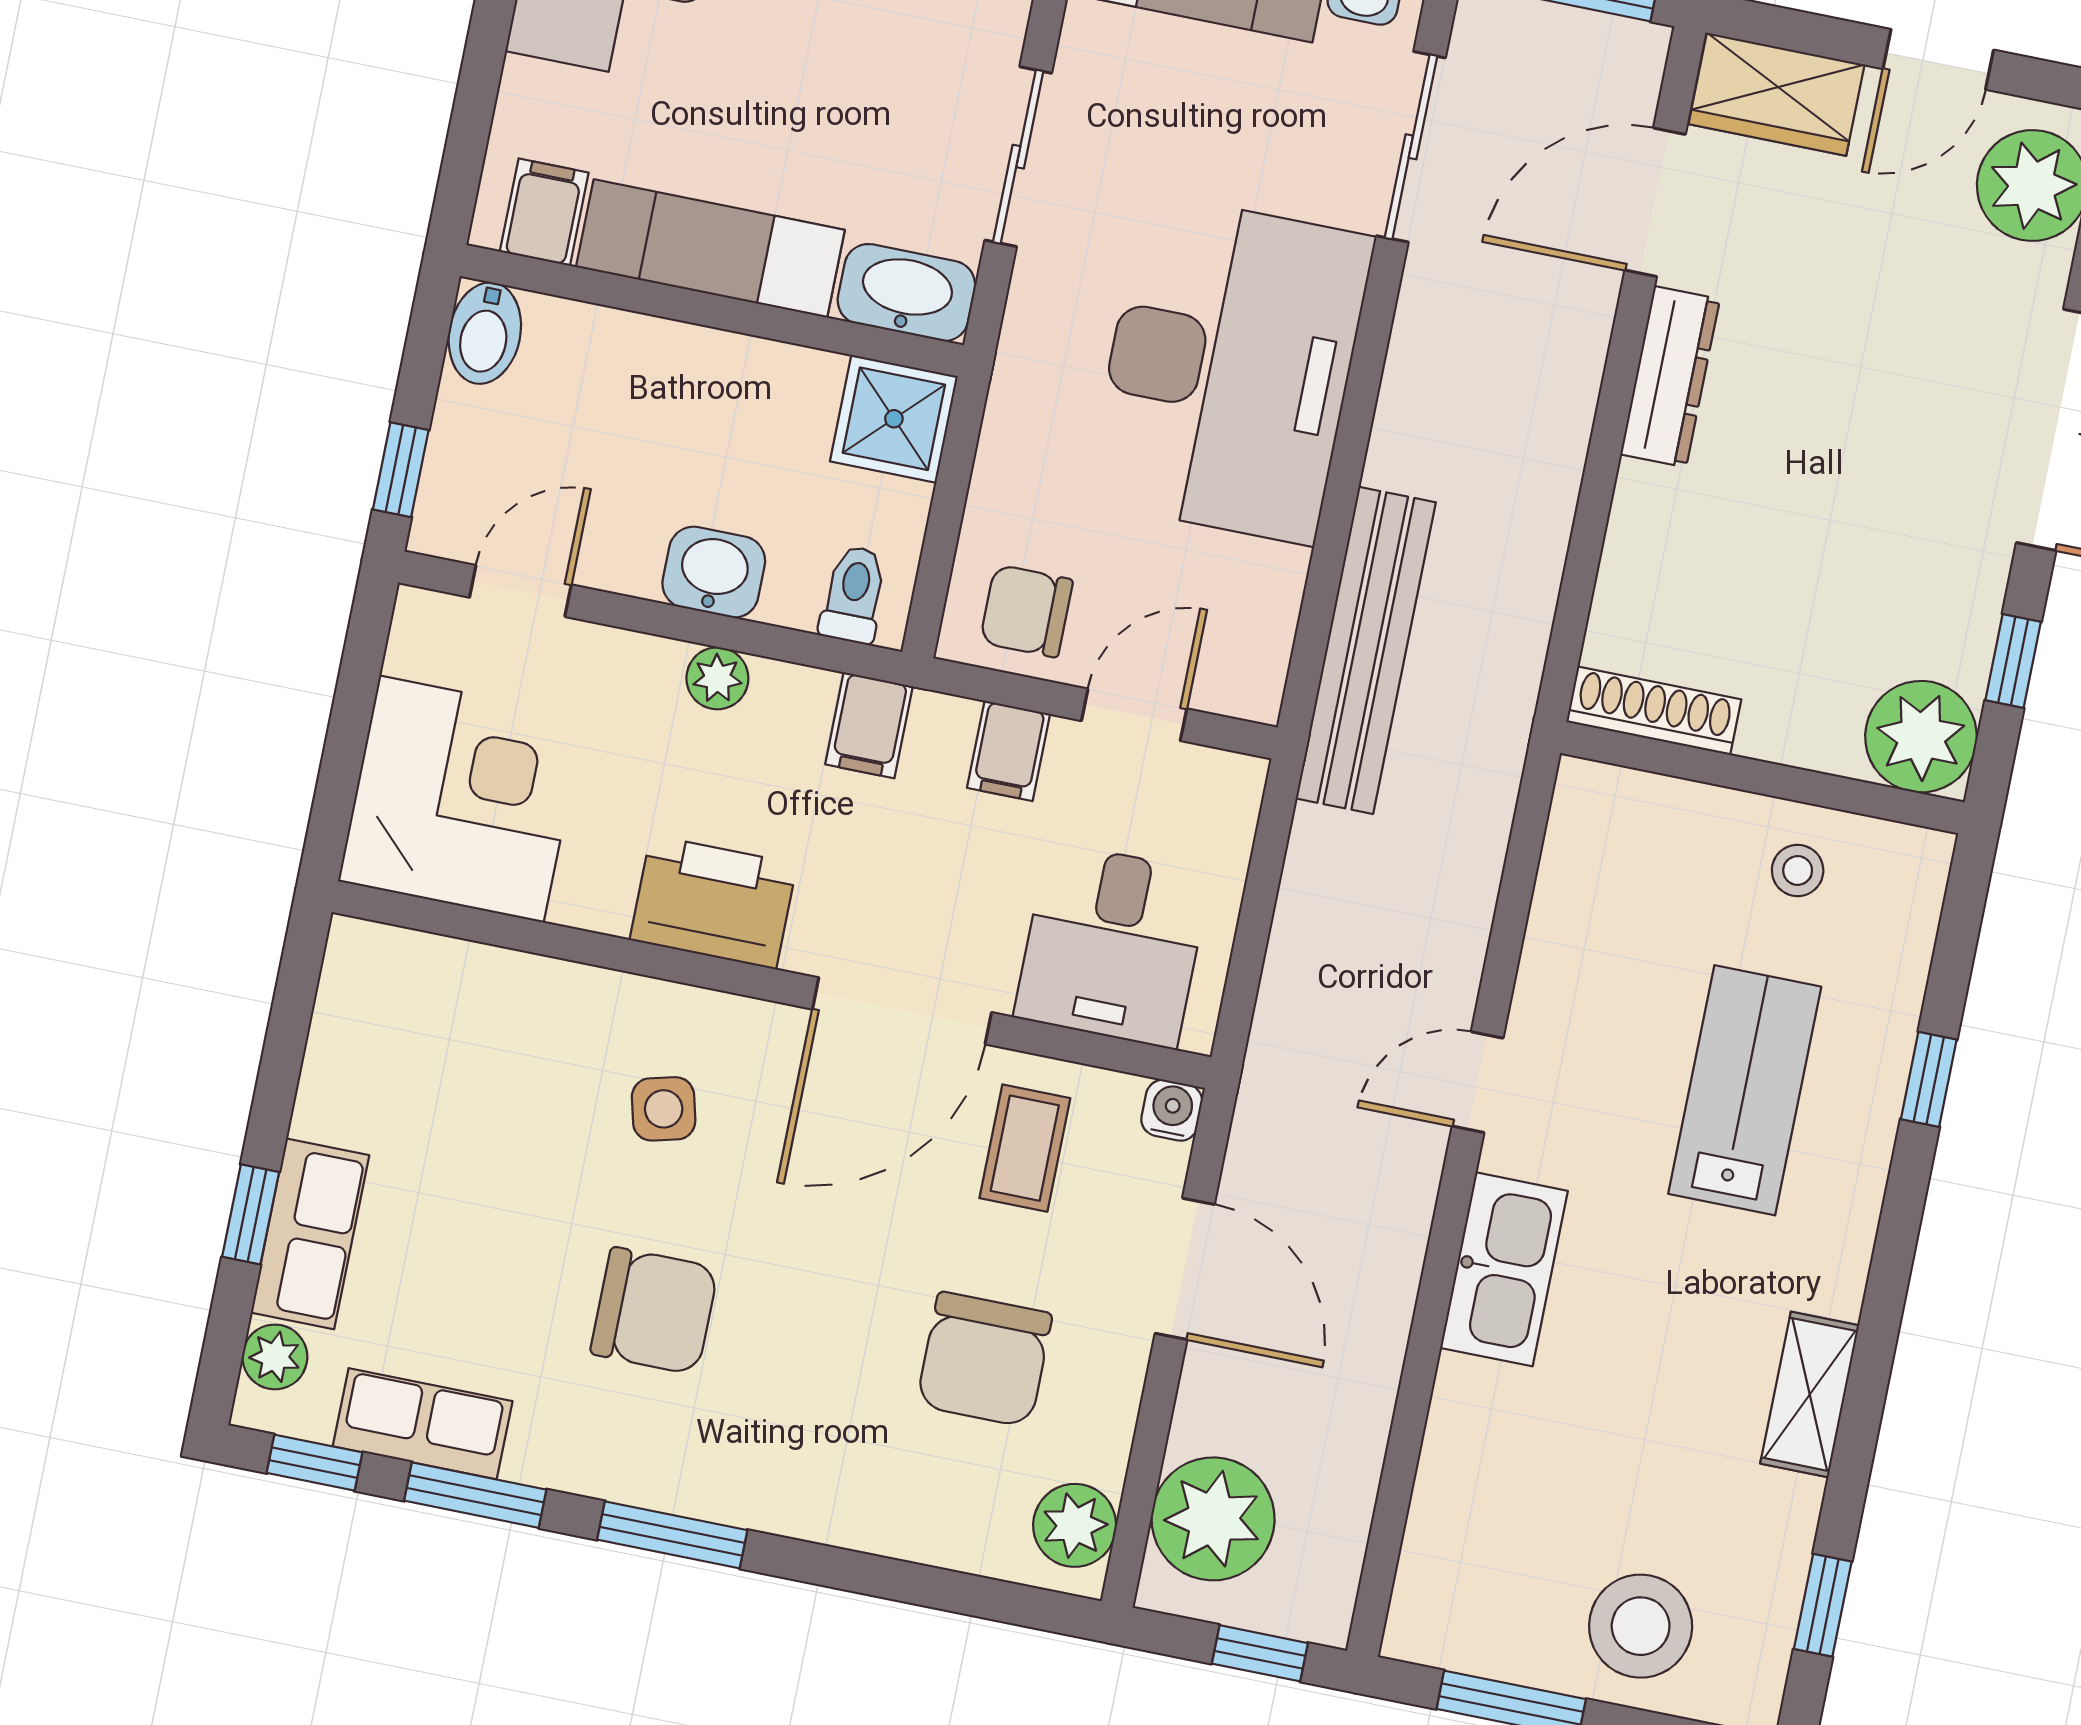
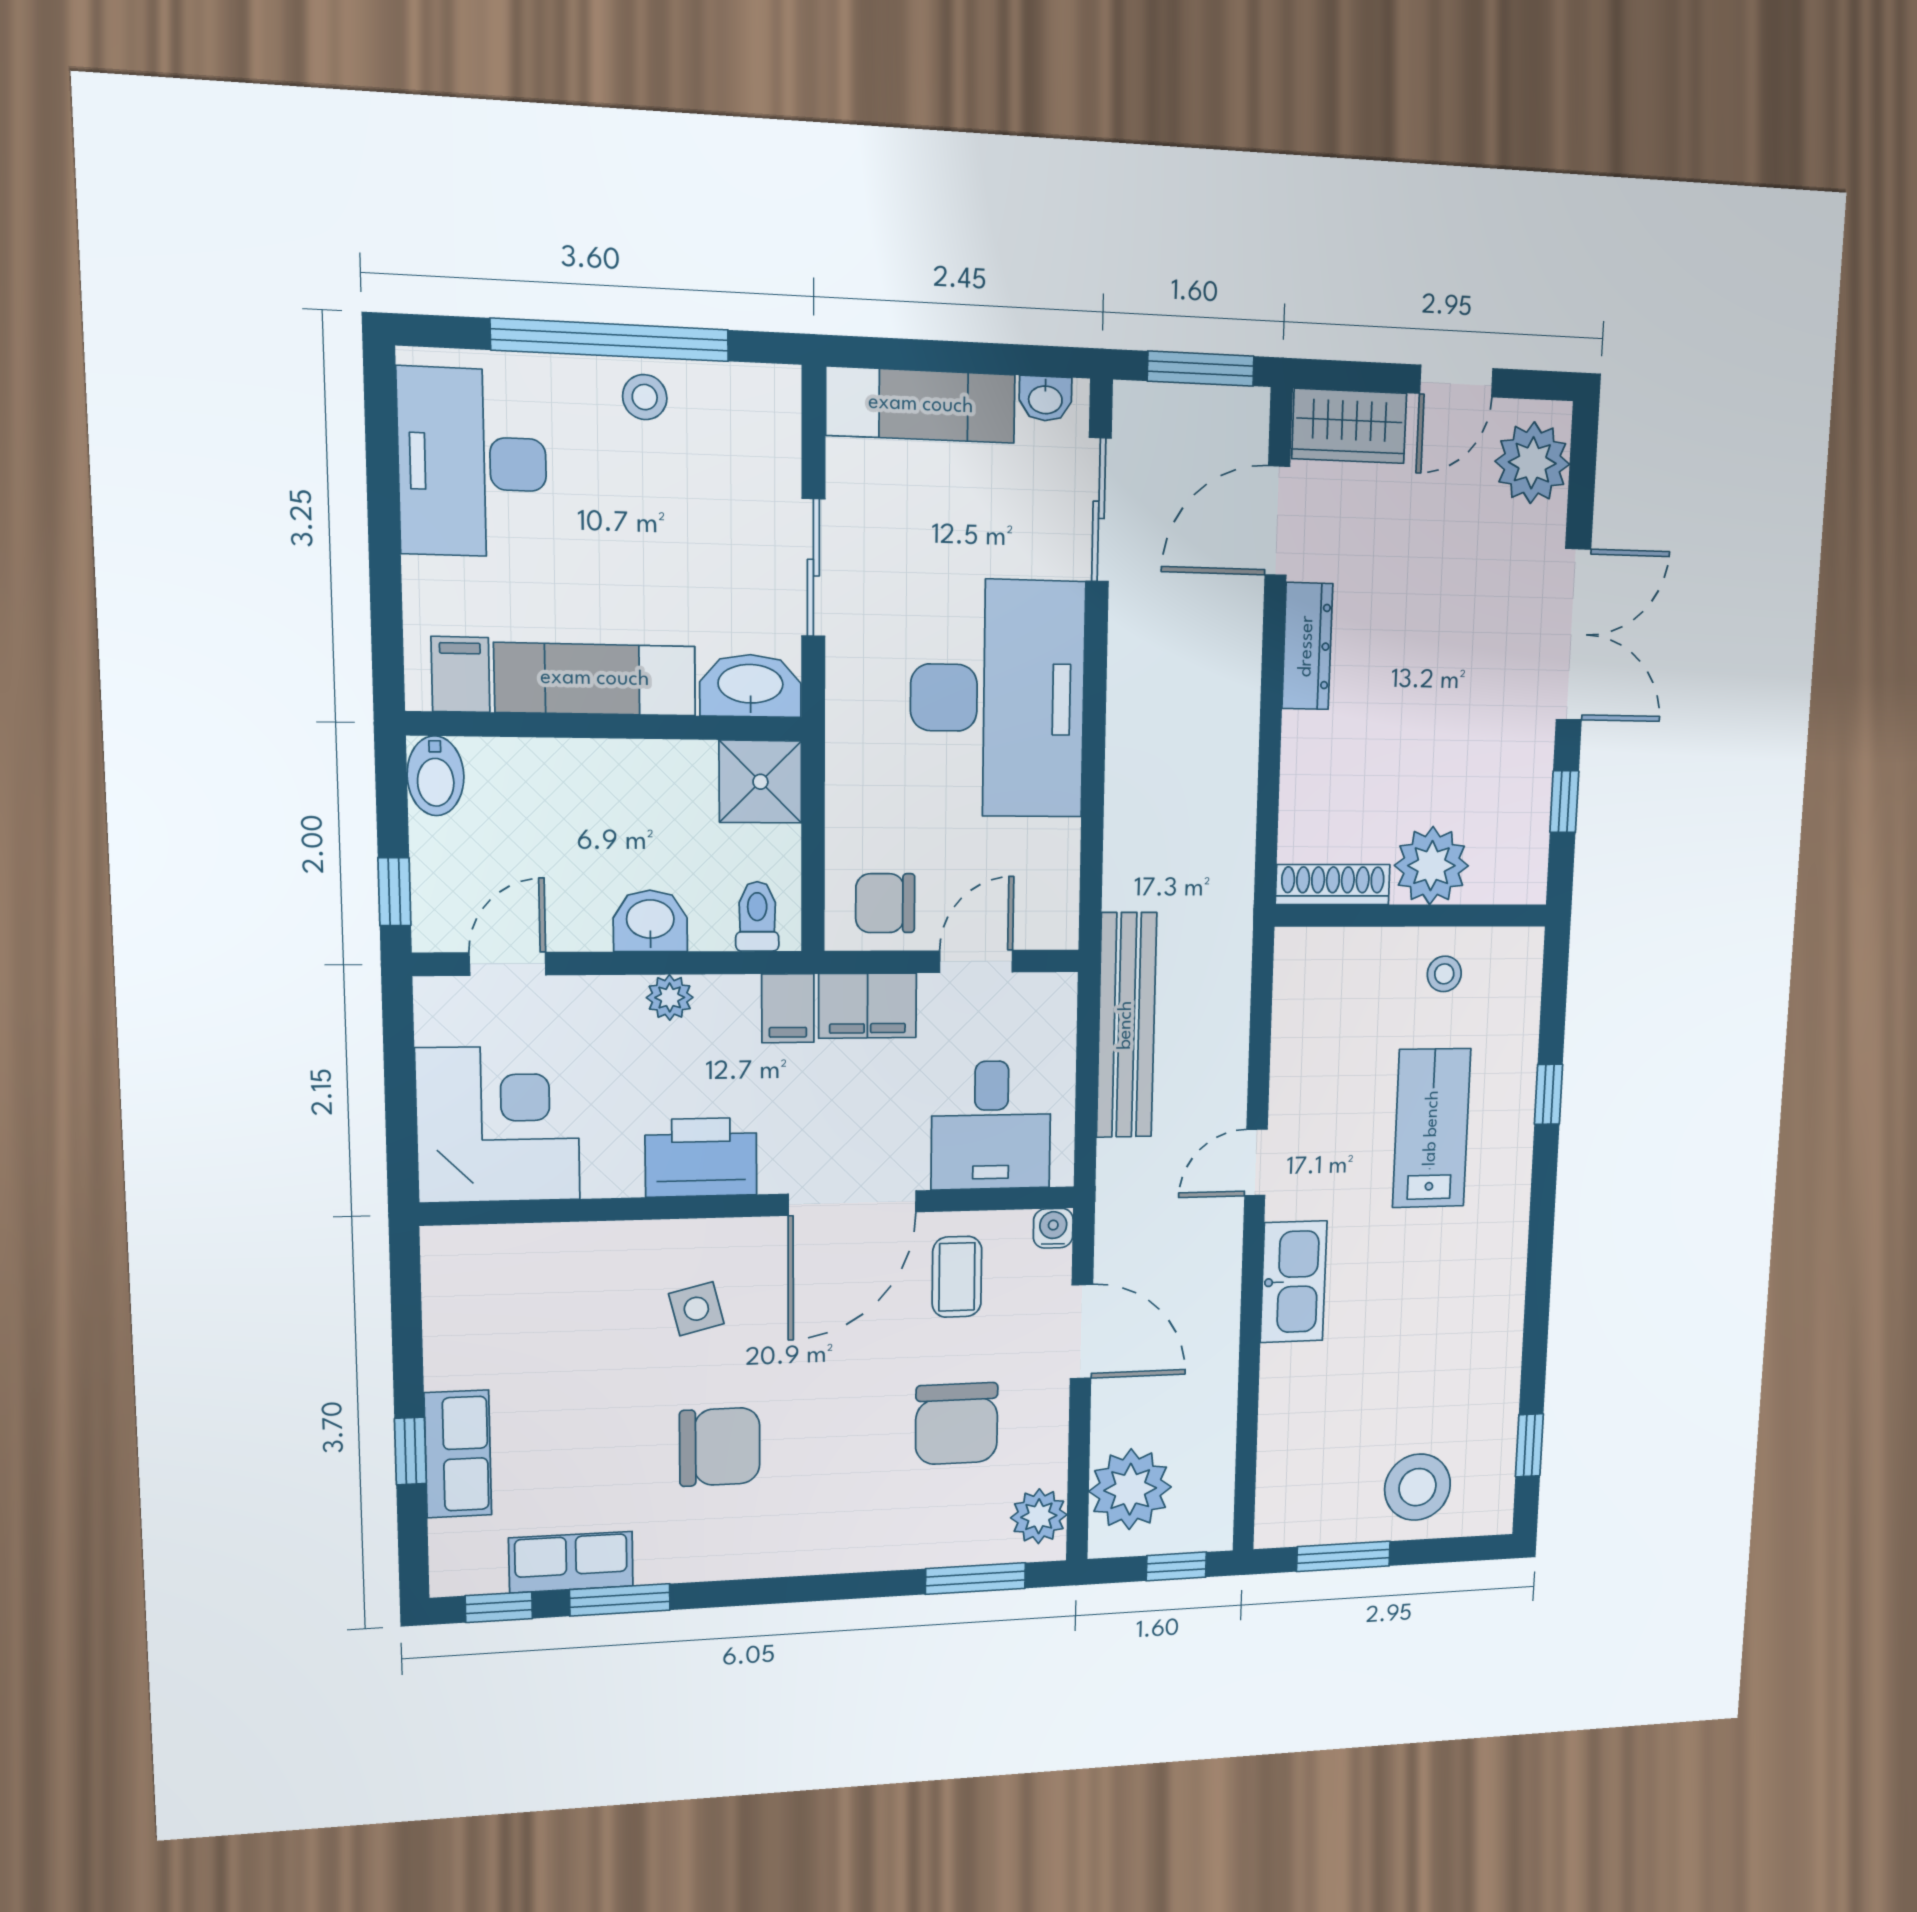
bench: (1366, 650) -> (1126, 1025), moved
plant: (1921, 737) -> (1431, 866), moved
filing cabinet: (1009, 751) -> (868, 1006), width x2.00
plant: (275, 1357) -> (453, 1544), removed
shelving: (1810, 1394) -> (1502, 1315), removed
window: (672, 1535) -> (976, 1579), moved

